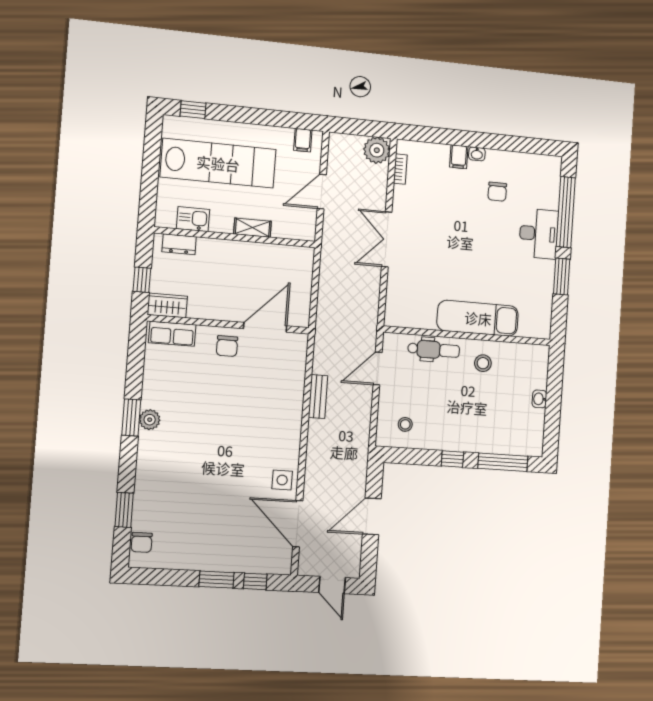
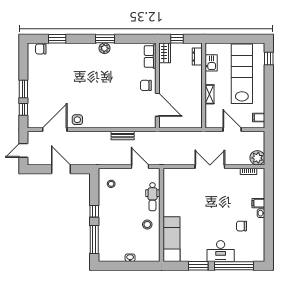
lab bench: (218, 163) -> (242, 74), turned 180
exam couch: (478, 318) -> (171, 239), moved

